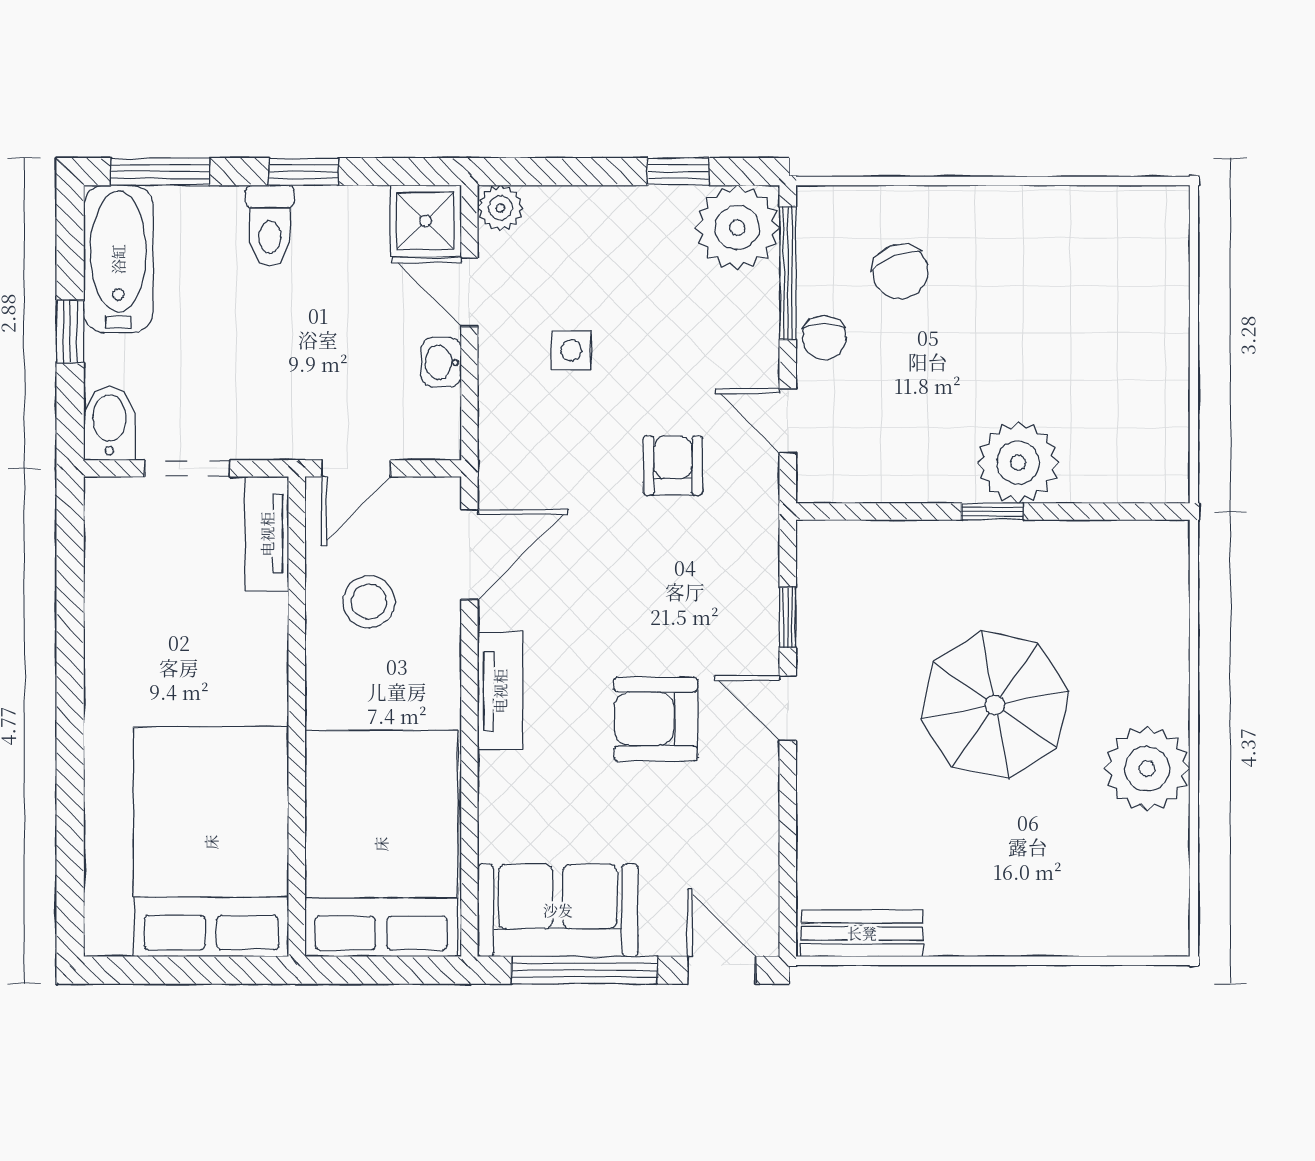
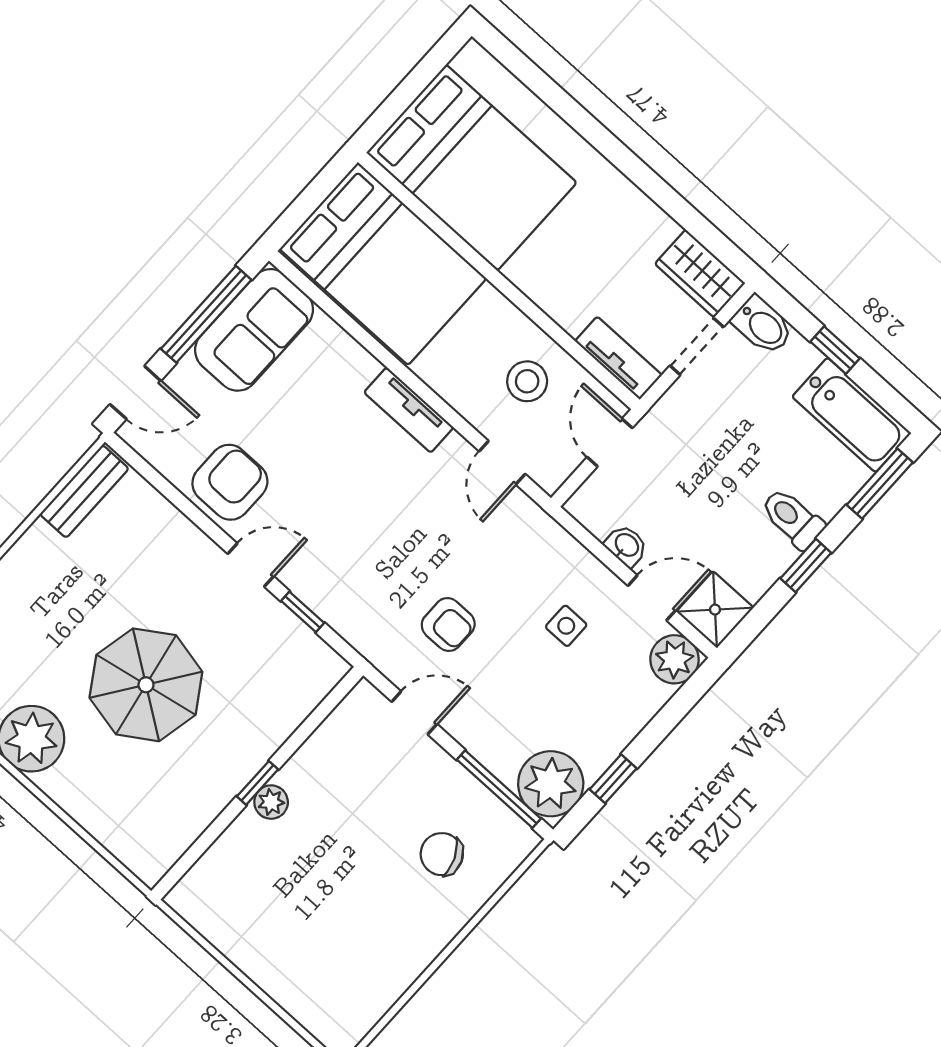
plant: (500, 208) -> (675, 659), width x1.38, depth x1.38
chair: (824, 337) -> (443, 777), removed
plant: (1018, 463) -> (271, 802), width x0.53, depth x0.53
wardrobe: (114, 529) -> (700, 273), added
door: (469, 555) -> (502, 463), width x0.73
armchair: (656, 719) -> (230, 482), moved

